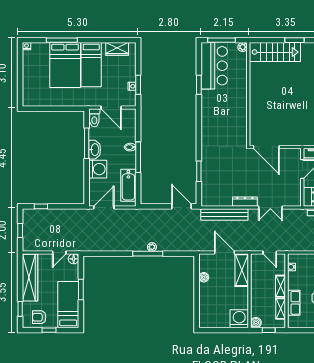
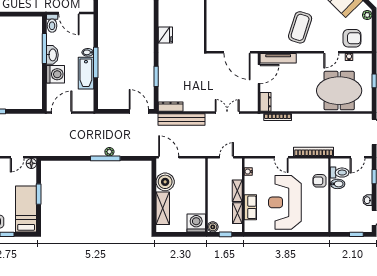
fridge: (208, 130) -> (165, 35), added
door: (266, 147) -> (237, 52), moved
bathtub: (128, 185) -> (86, 73), moved
dresser: (245, 202) -> (171, 107), moved
double door: (270, 208) -> (227, 113), swing flipped
door: (225, 253) -> (169, 157), moved
door: (270, 253) -> (227, 157), swing flipped
shelving: (242, 270) -> (163, 208), moved
boiler: (204, 277) -> (165, 182), width x1.86, depth x1.86

